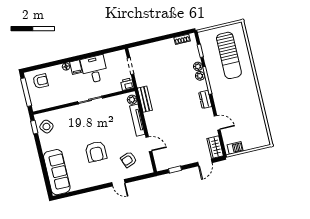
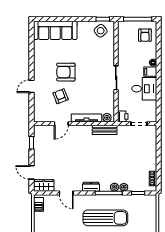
sun lounger: (229, 55) -> (105, 218), moved, turned 180
door: (217, 123) -> (66, 193), hinge flipped
armchair: (129, 160) -> (61, 96), moved

